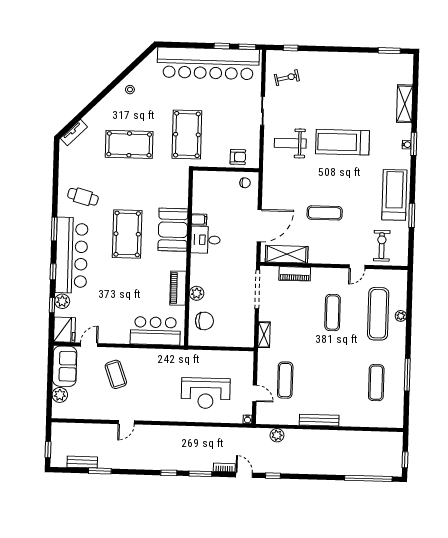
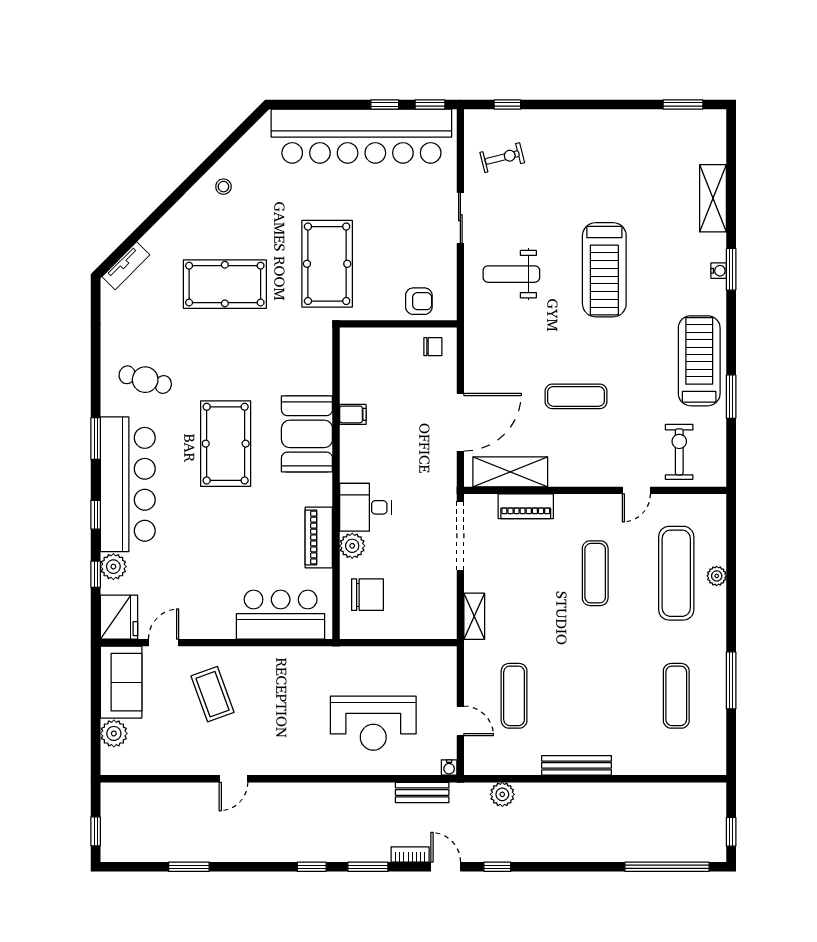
treadmill: (342, 142) -> (604, 270), turned -90
desk: (205, 240) -> (365, 507), moved
bench: (82, 462) -> (422, 792), moved

